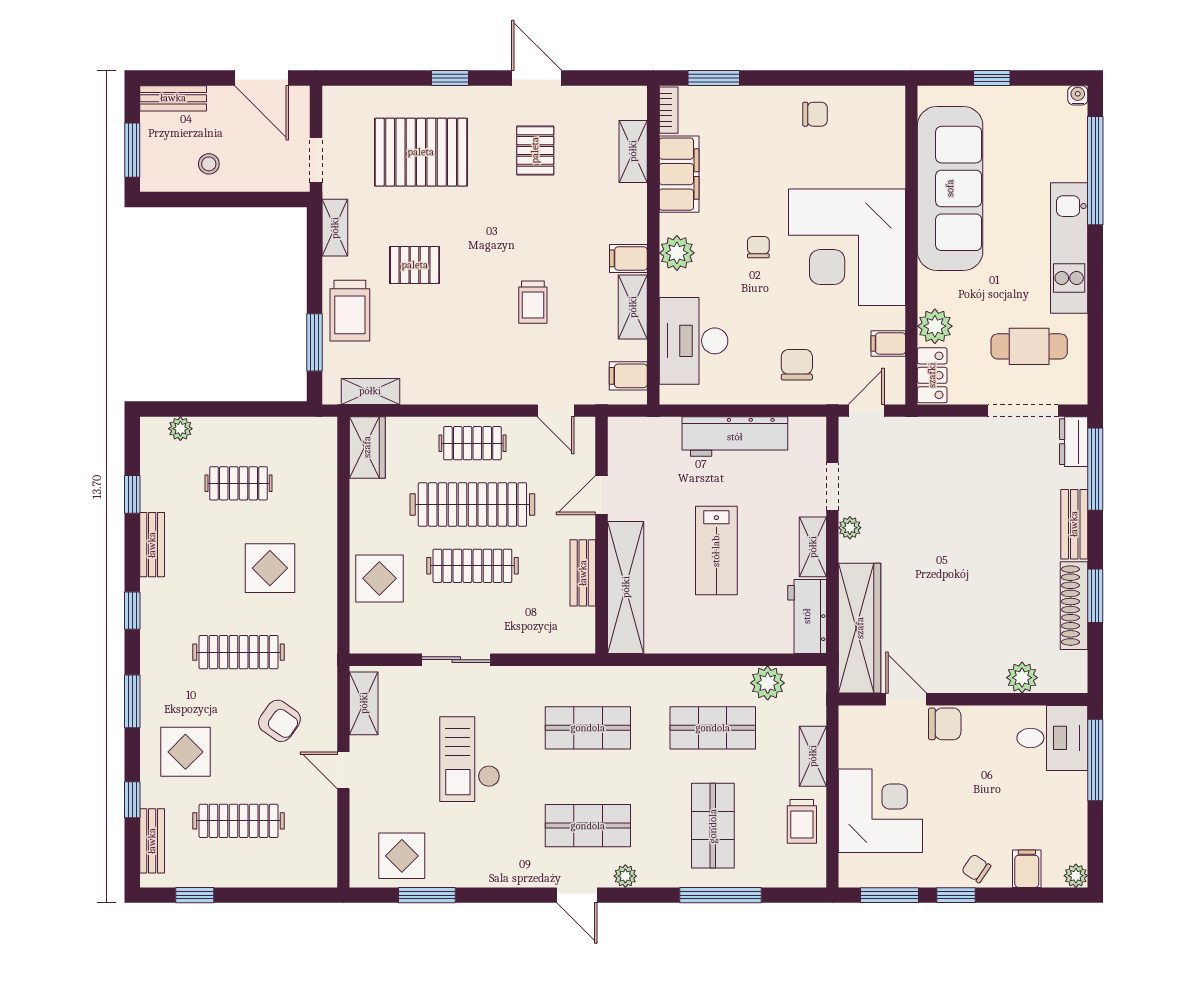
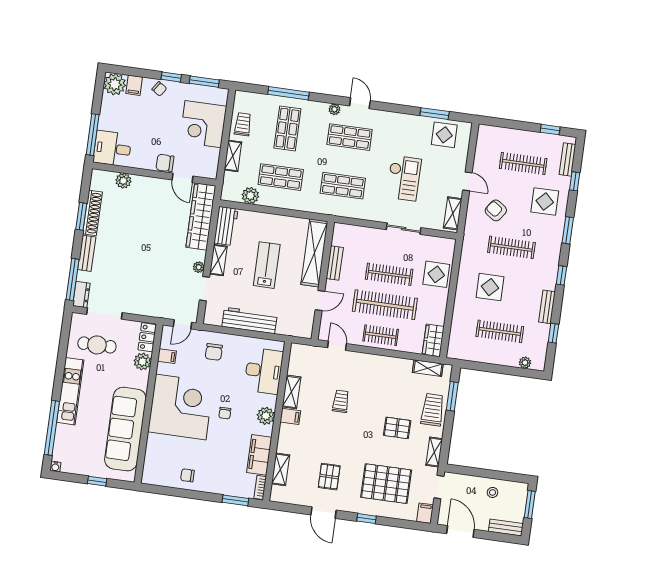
filing cabinet: (628, 376) -> (425, 513), moved, turned -90
clothes rail: (239, 483) -> (500, 331), width x1.36
plant: (1076, 876) -> (115, 84), width x1.87, depth x1.87

